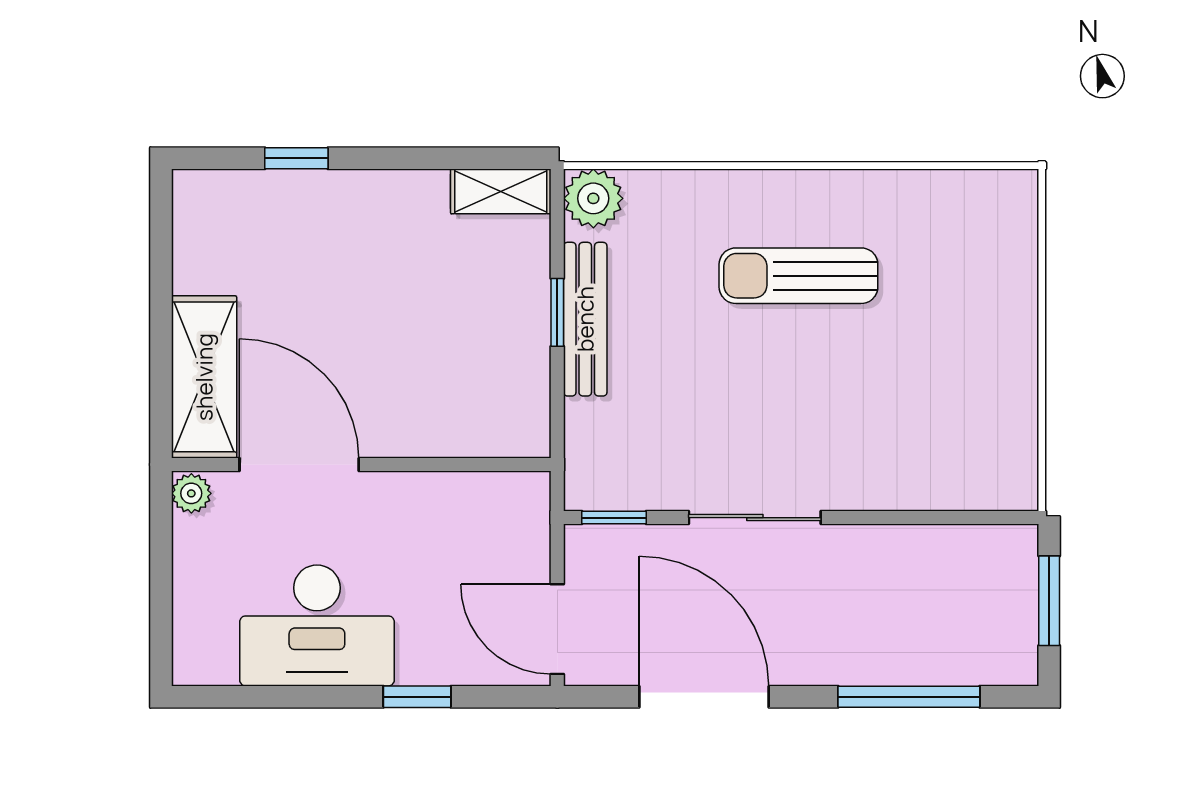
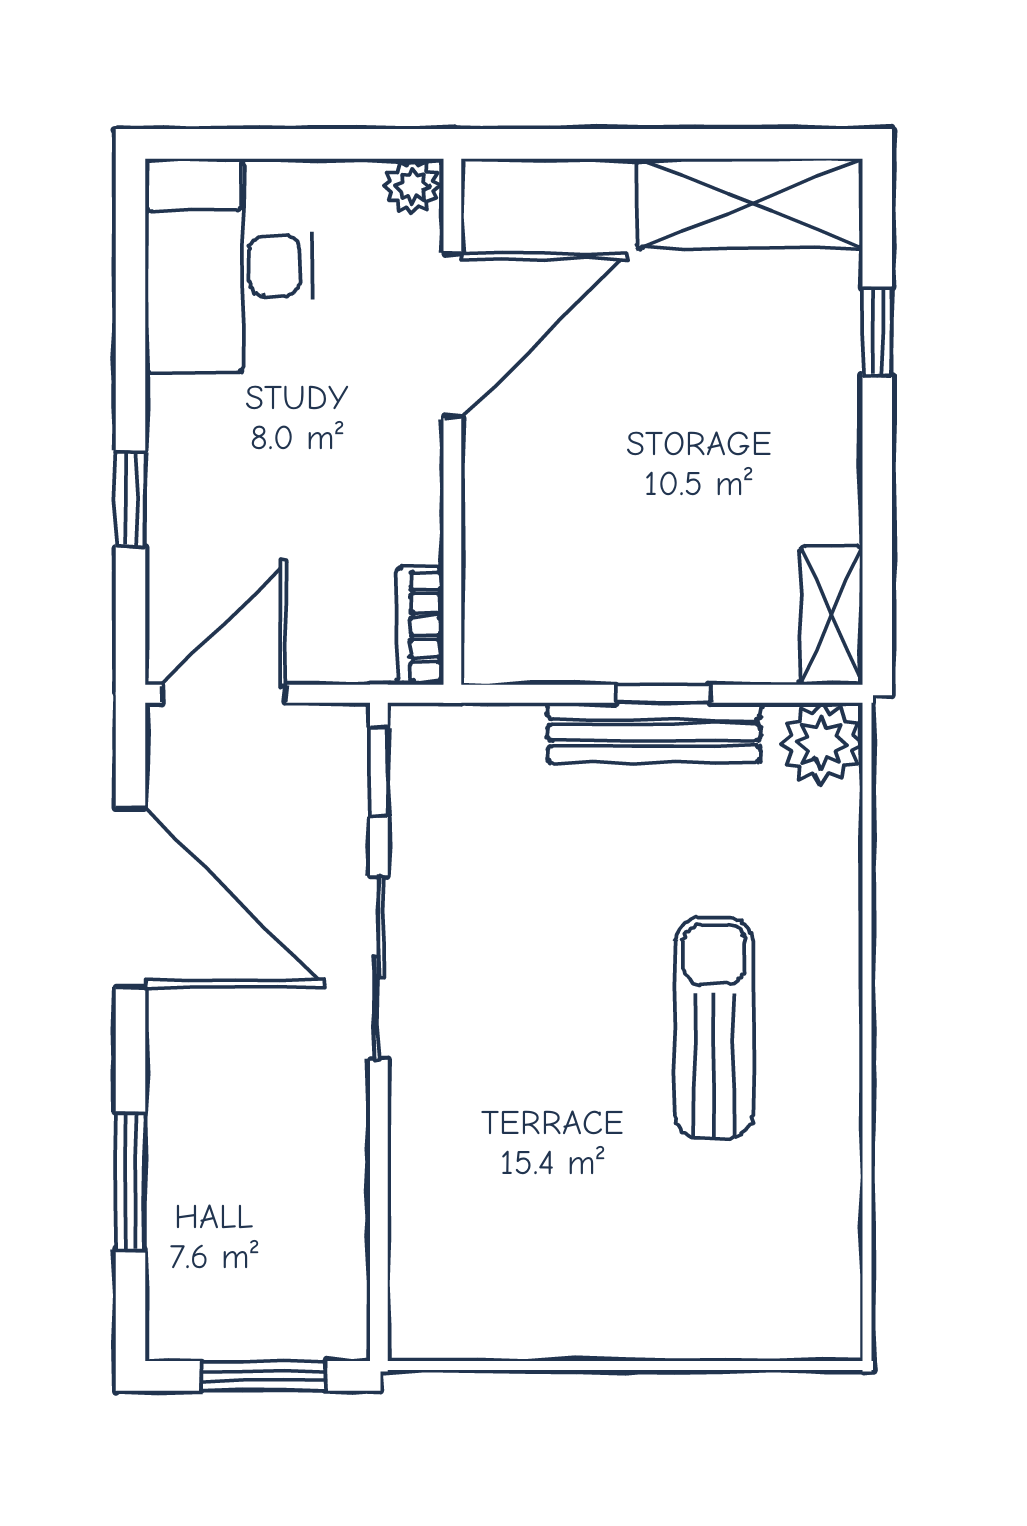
shelving: (204, 377) -> (750, 204), moved
bookcase: (508, 488) -> (420, 626), added
desk: (317, 625) -> (229, 266), moved
door: (704, 697) -> (130, 897), hinge flipped
window: (909, 697) -> (130, 1181), width x0.69

